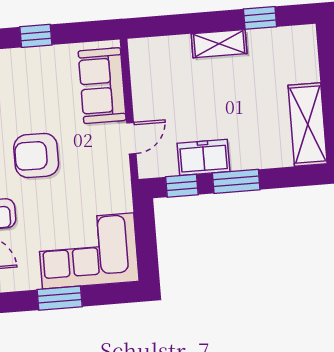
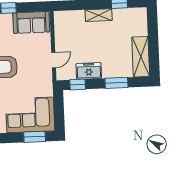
sofa: (102, 86) -> (31, 22), moved, turned -90
window: (236, 181) -> (116, 83), moved
window: (60, 298) -> (35, 137), moved

